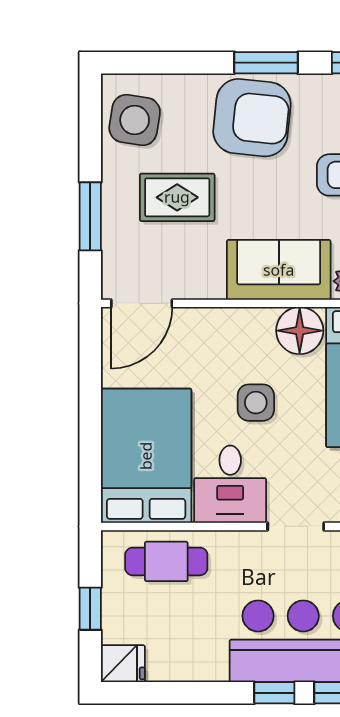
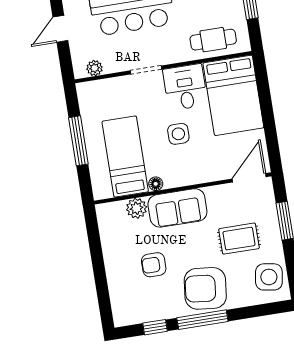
window: (266, 63) -> (202, 320), width x1.44
floor lamp: (300, 331) -> (156, 184), width x0.53, depth x0.53

